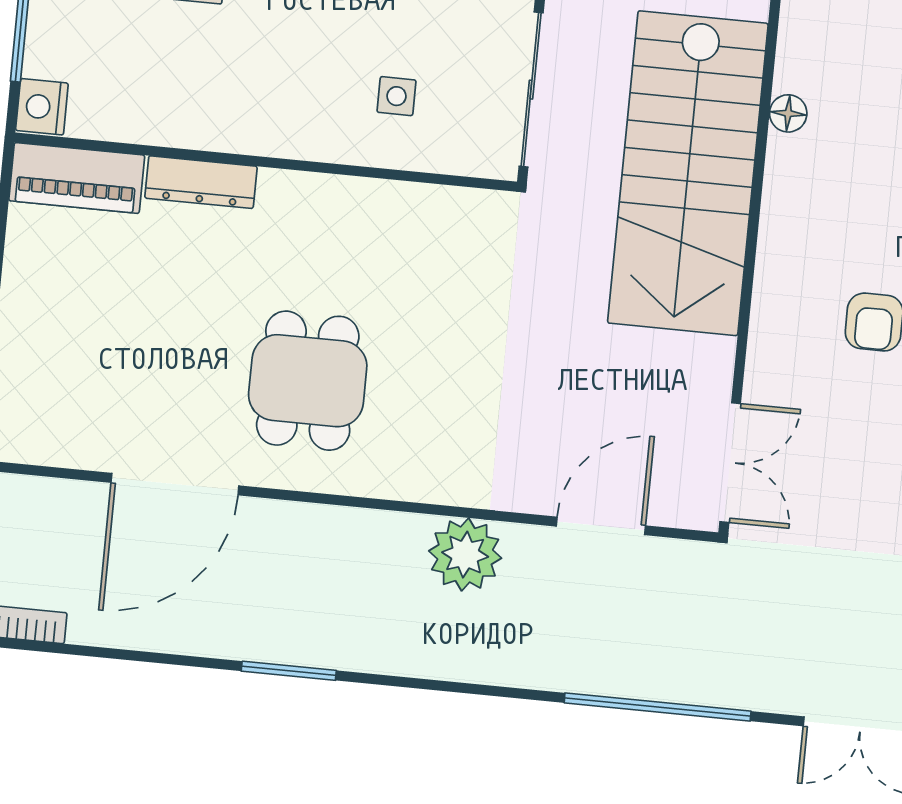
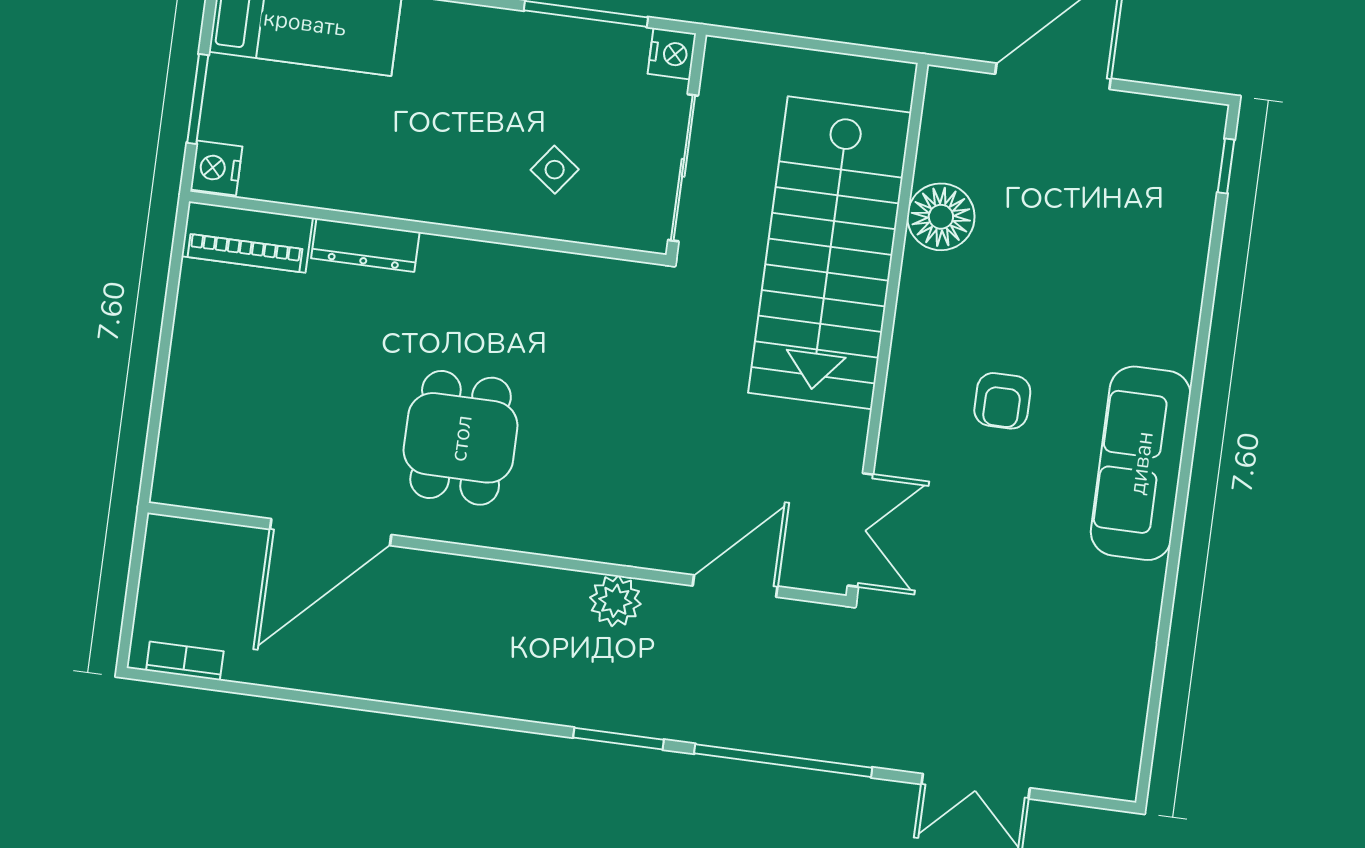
side table: (397, 96) -> (555, 170), turned 37
floor lamp: (788, 113) -> (941, 217), width x1.89, depth x1.89
plant: (465, 555) -> (615, 601), width x0.73, depth x0.73
window: (289, 671) -> (619, 739), moved

